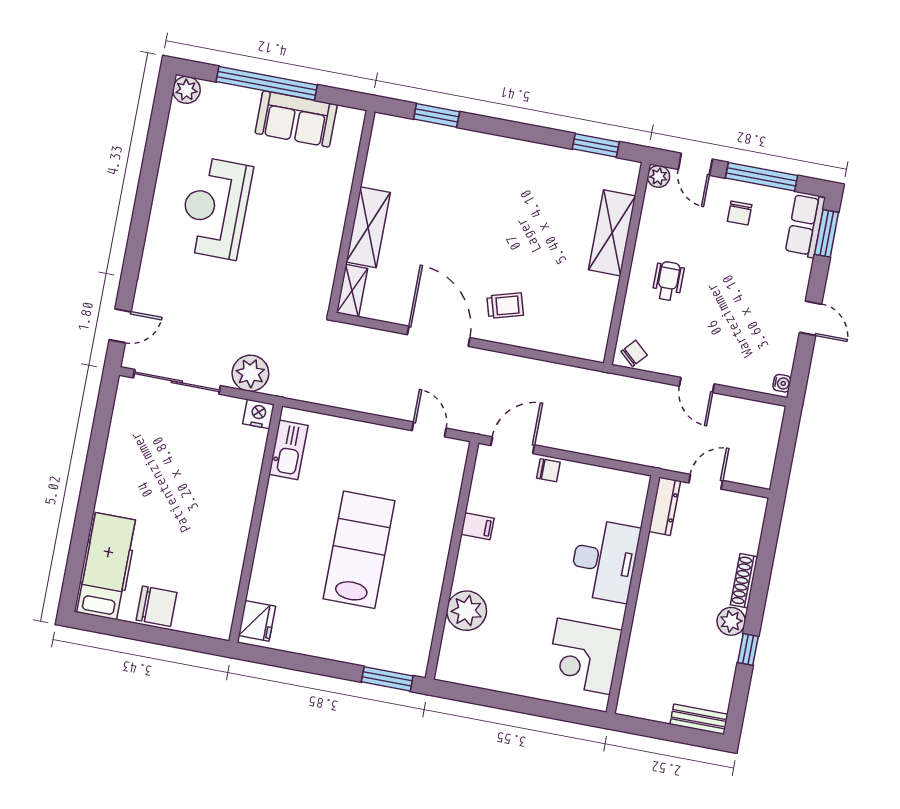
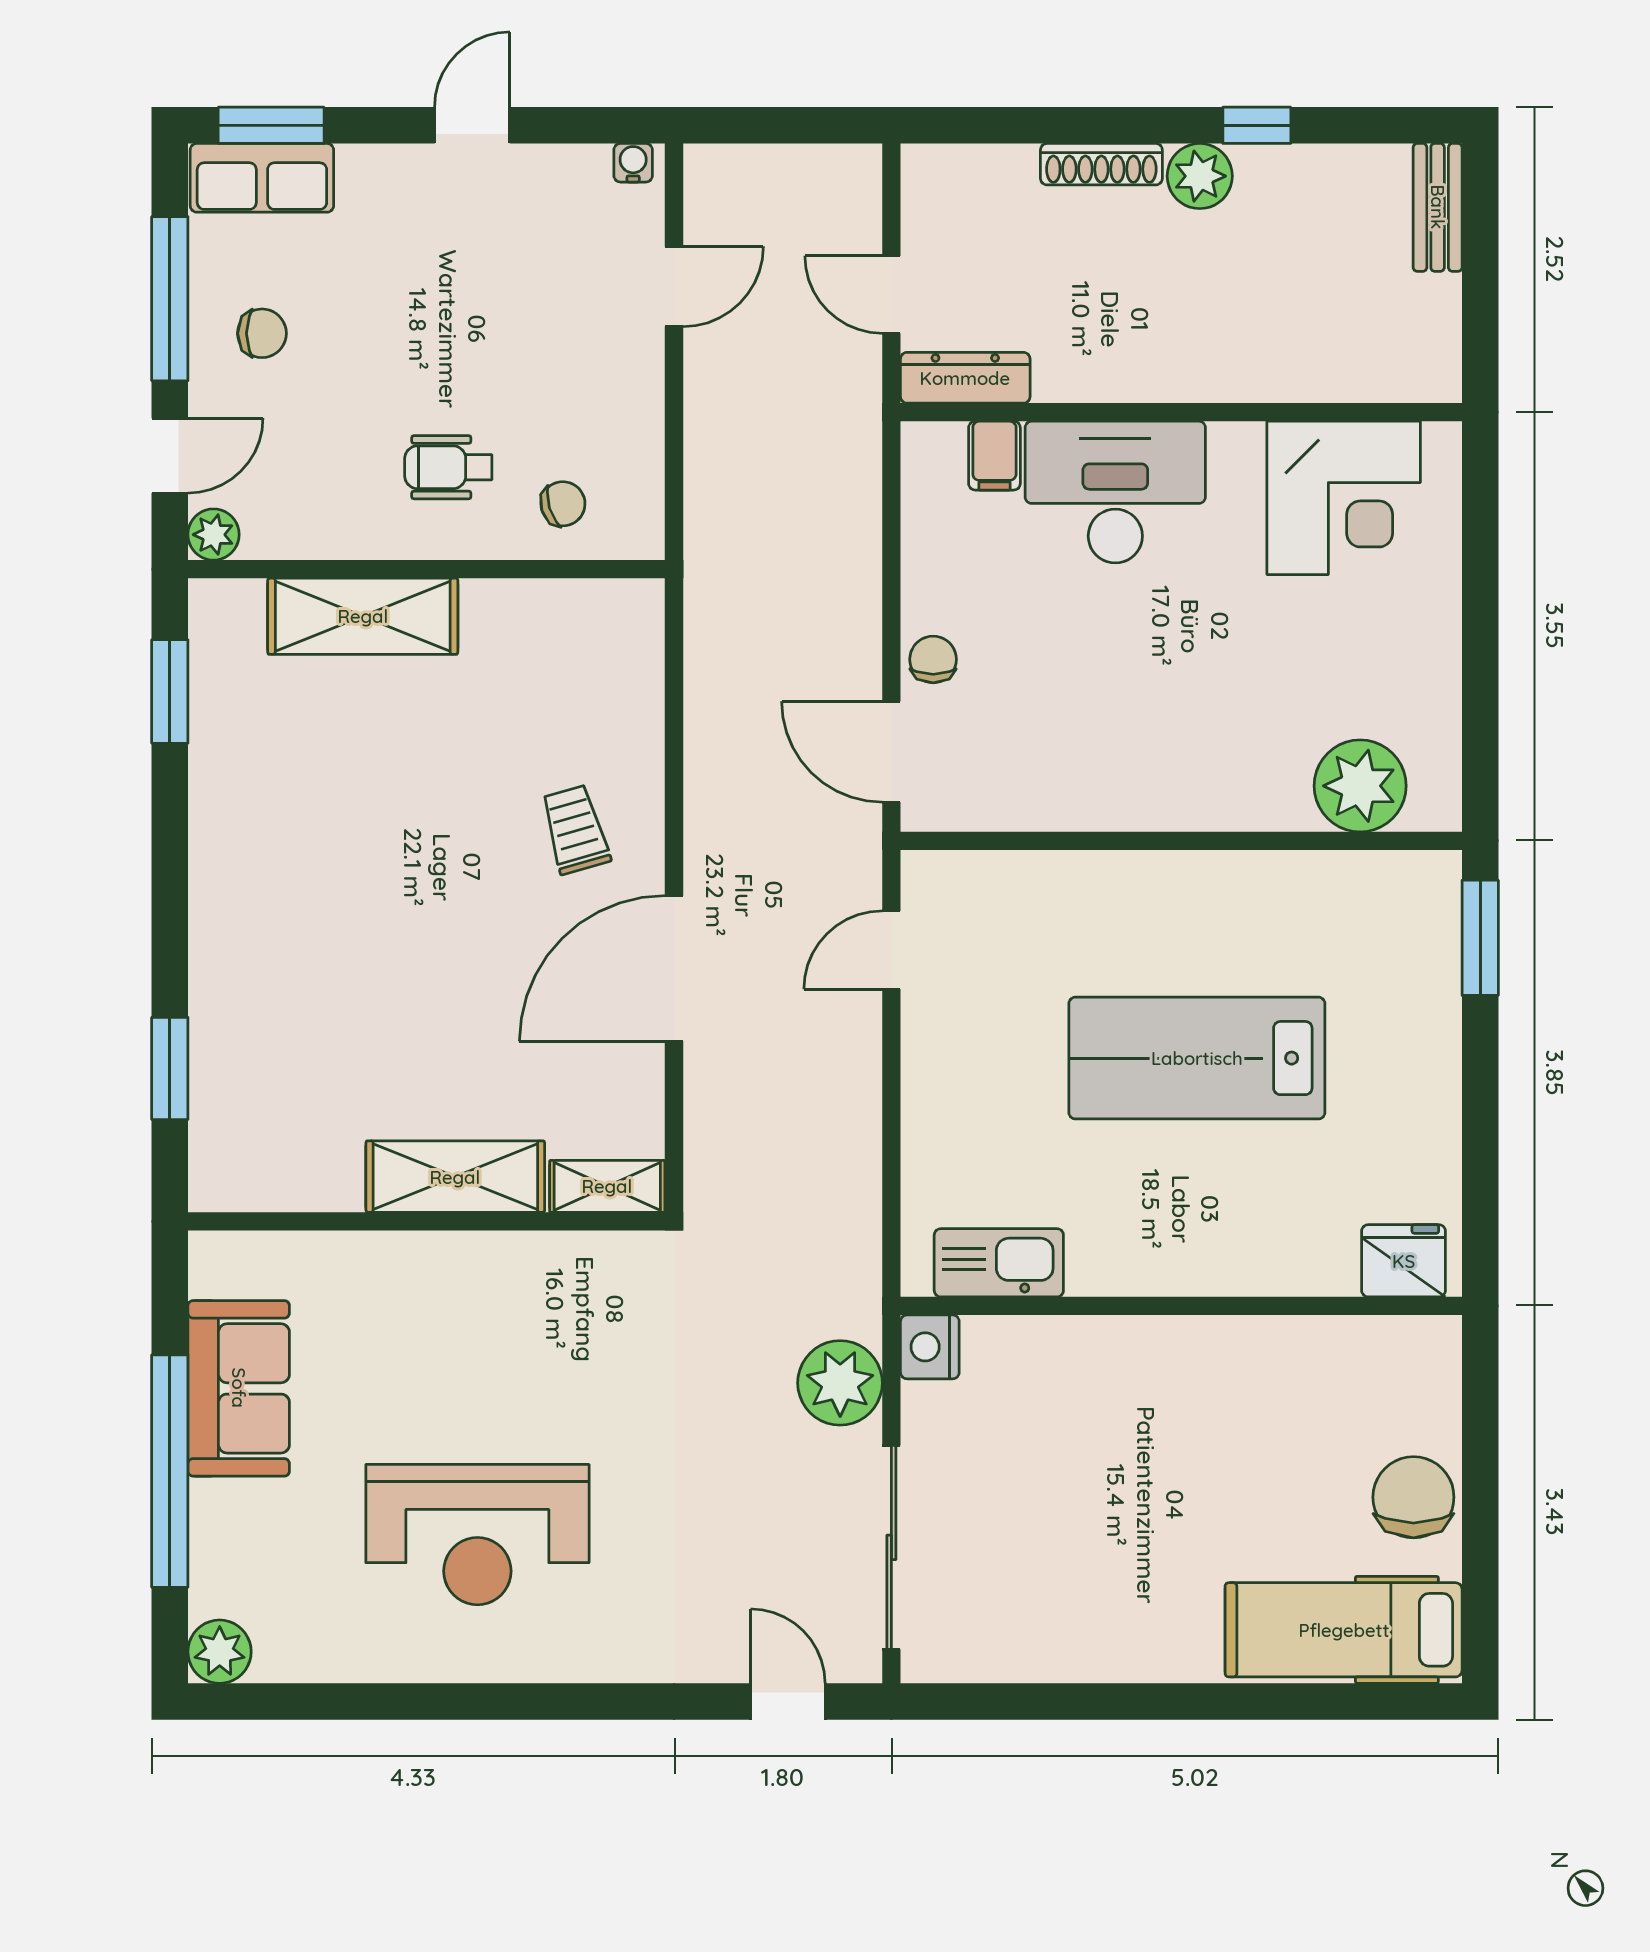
chair: (634, 353) -> (563, 504), moved, turned 121
door: (697, 385) -> (674, 287), moved
filing cabinet: (477, 526) -> (994, 456), moved, turned 180
plant: (467, 611) -> (1360, 786), moved

